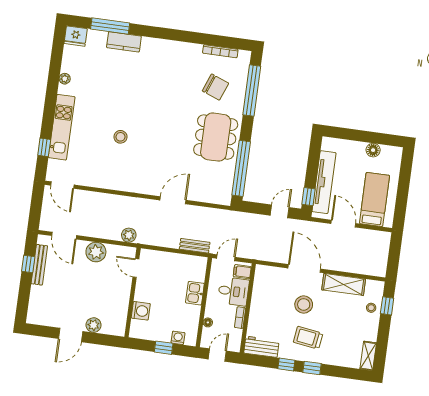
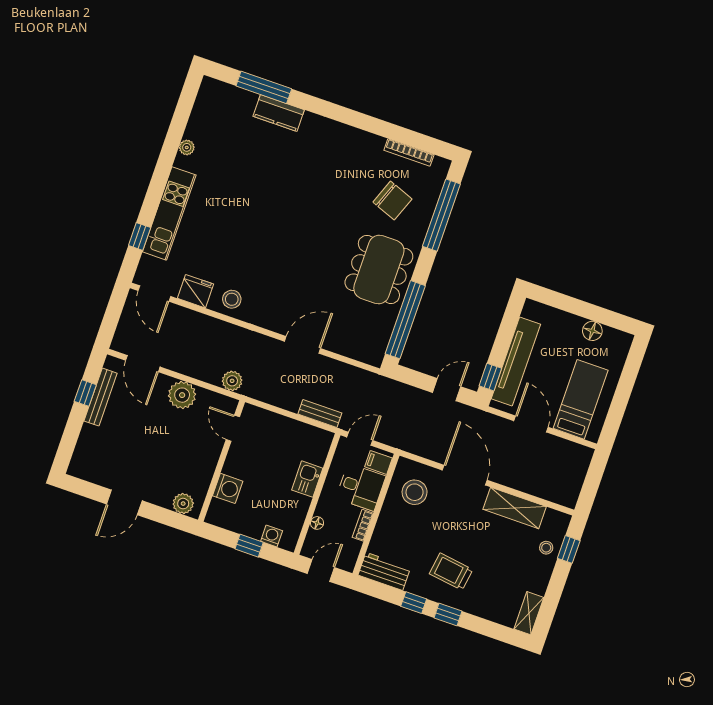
fridge: (76, 36) -> (195, 291), moved, turned 180
stool: (120, 137) -> (232, 299), moved
stool: (304, 304) -> (415, 492), moved
plant: (94, 325) -> (183, 504), moved

